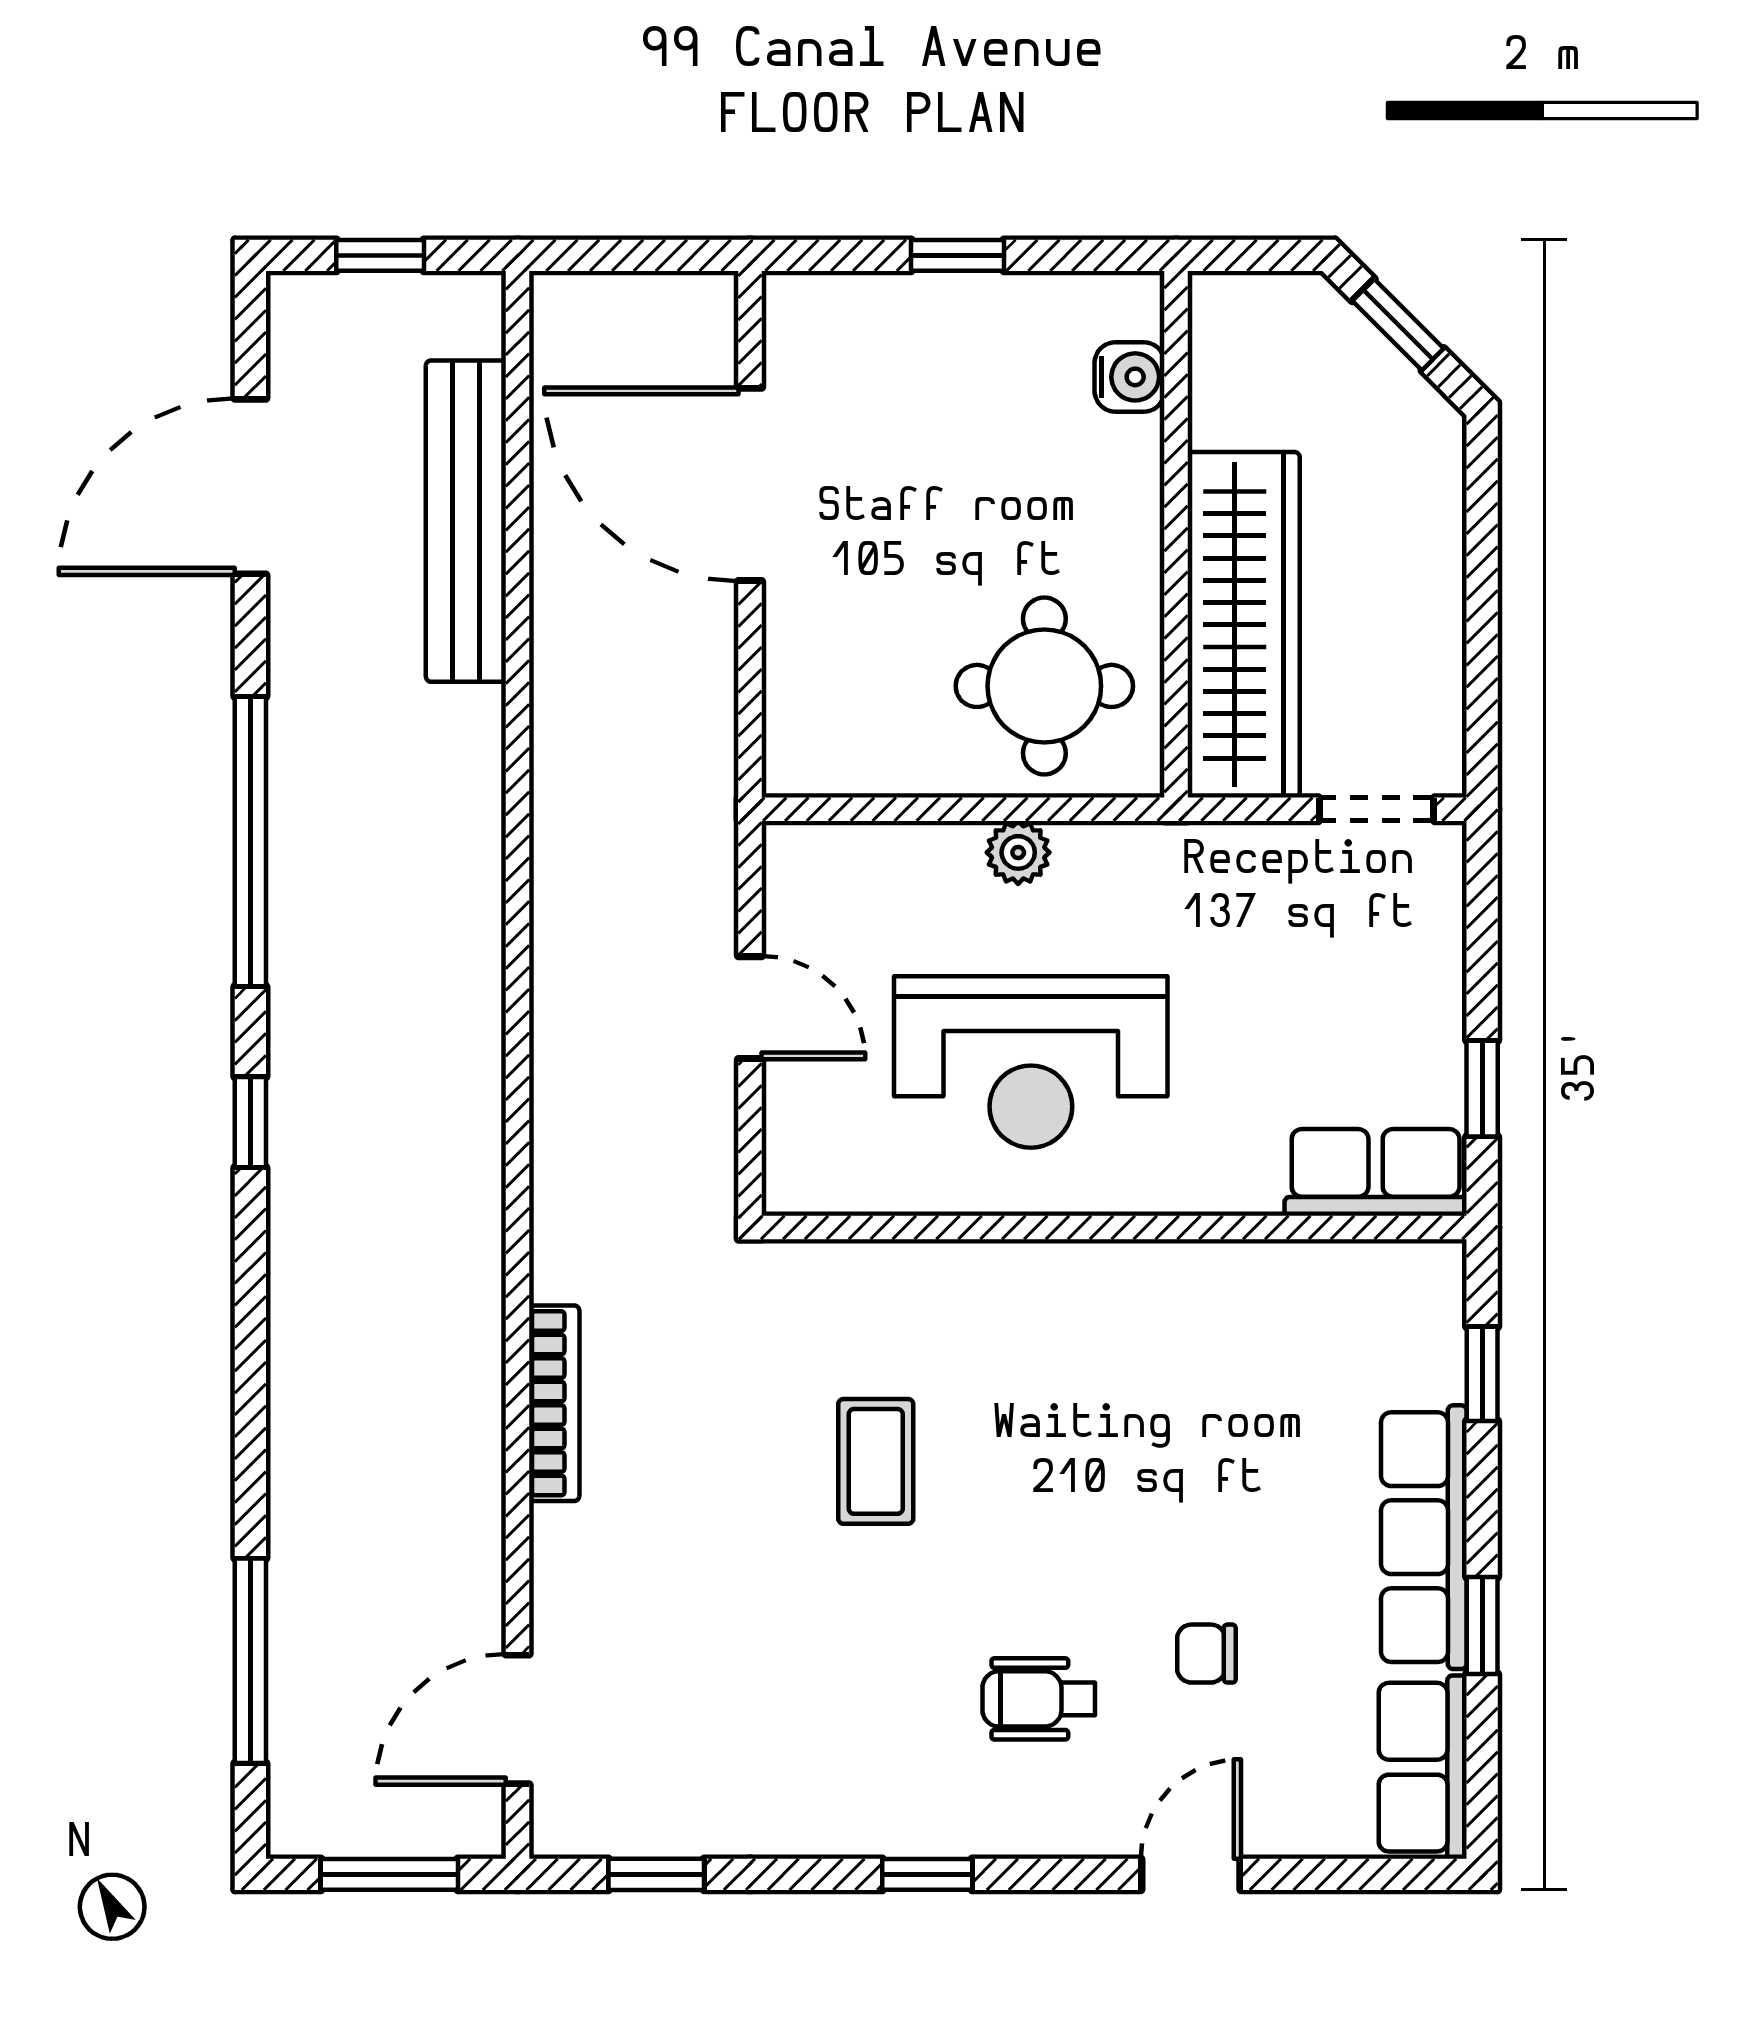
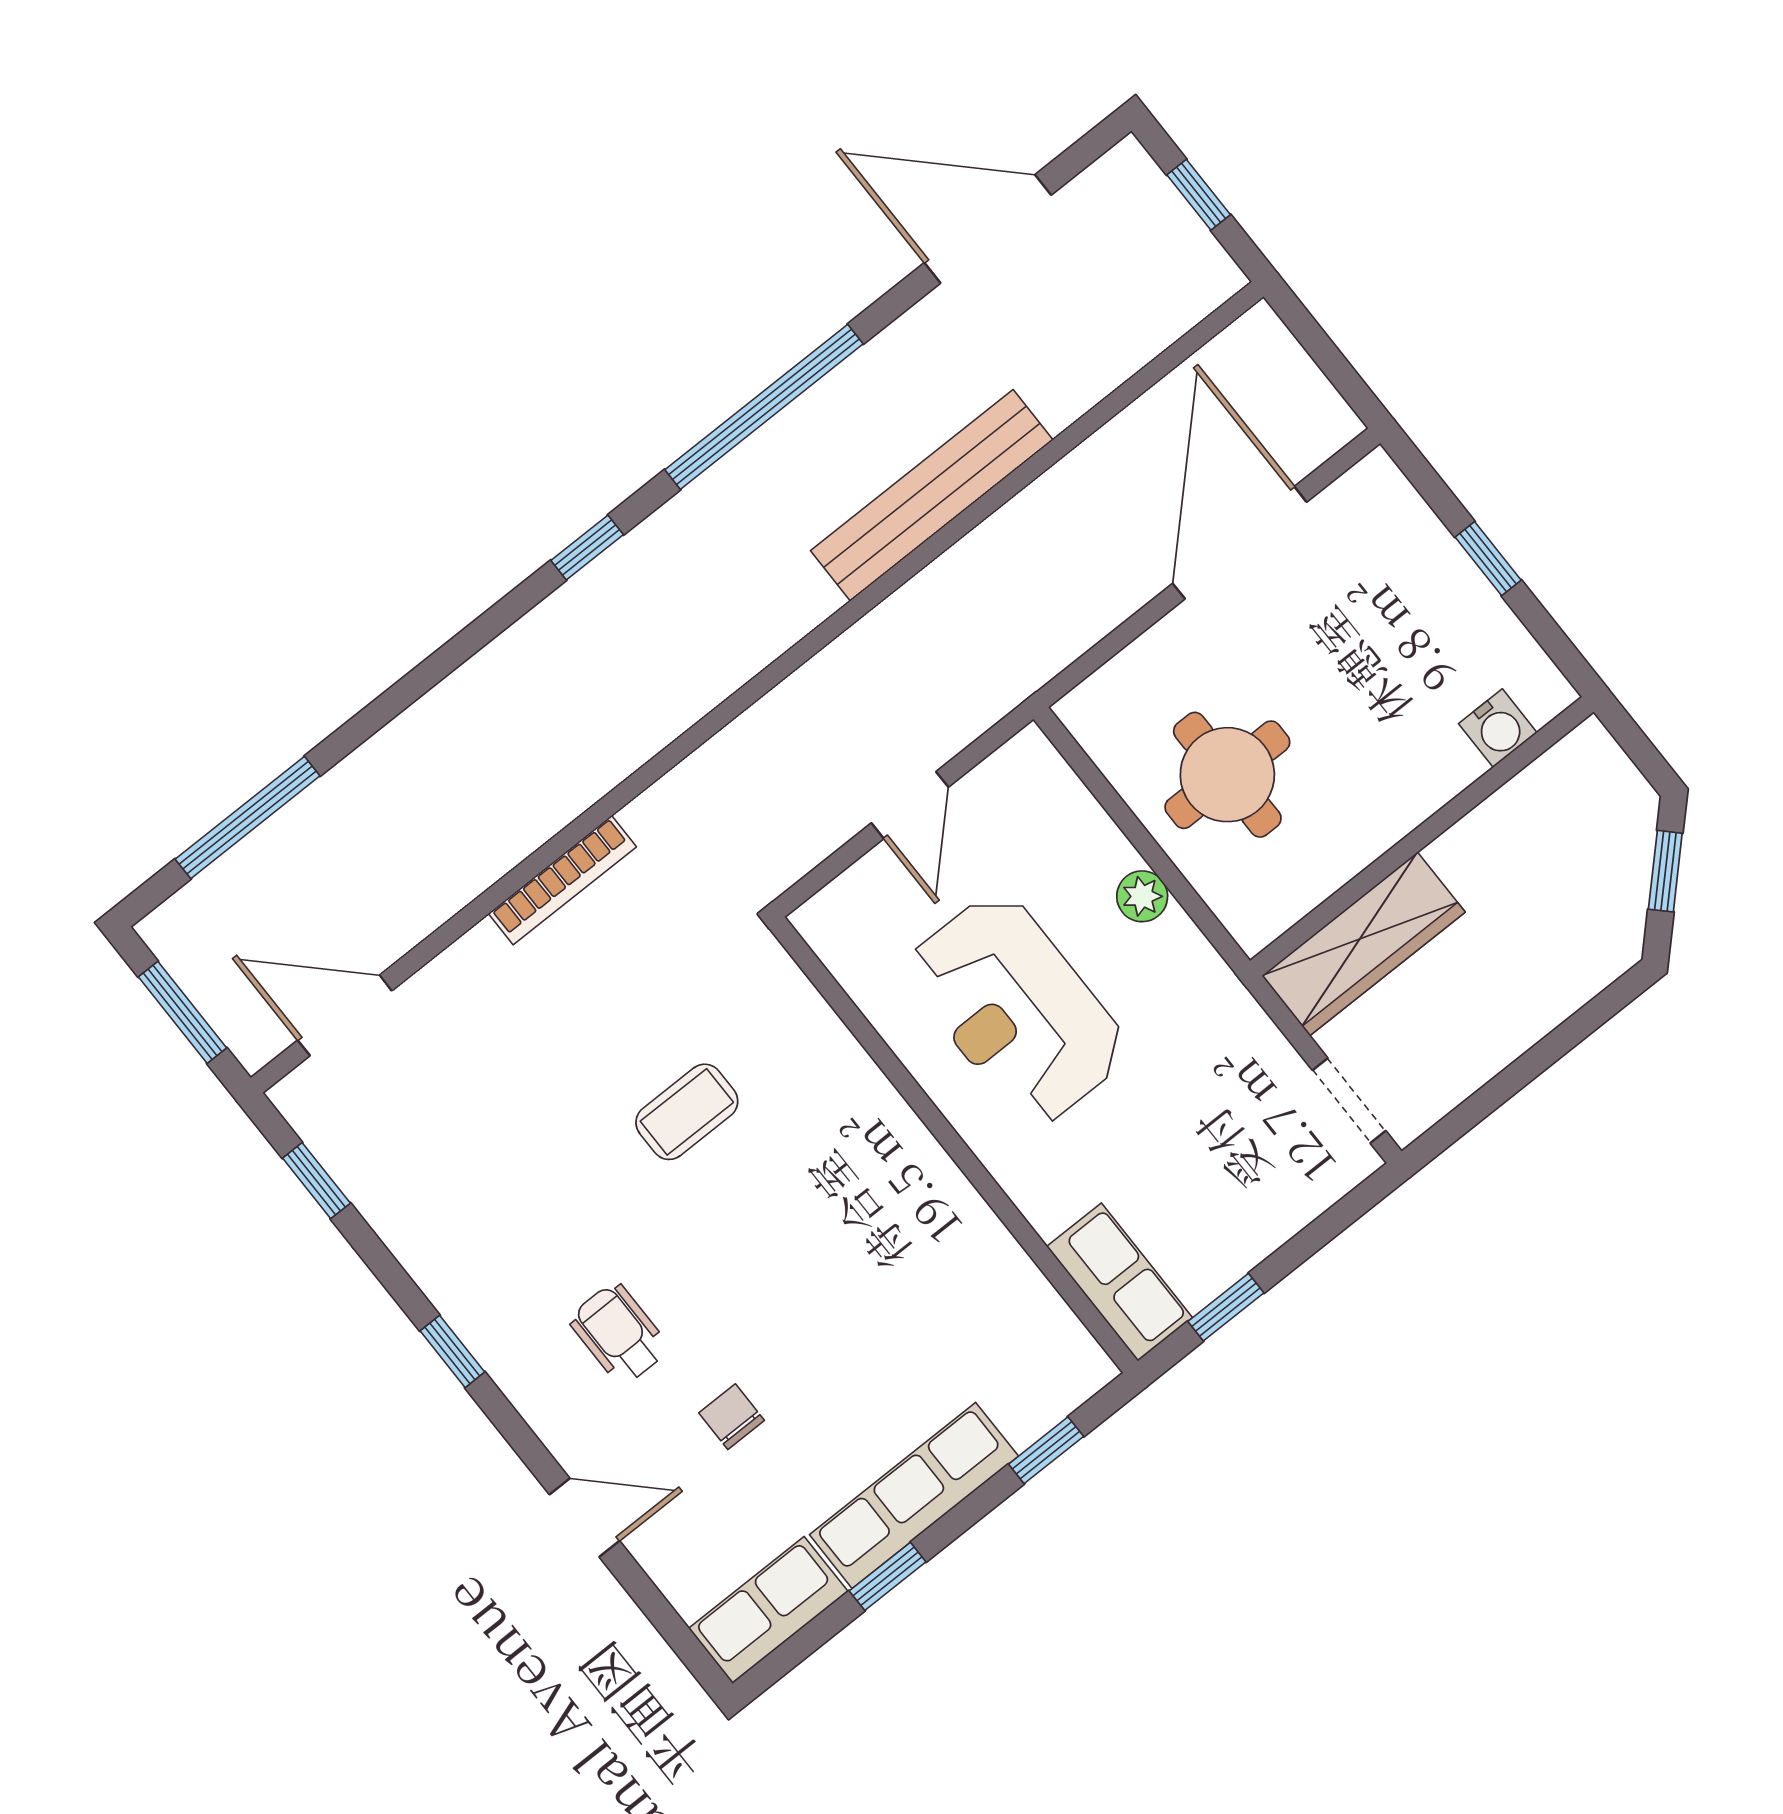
bench: (466, 521) -> (932, 495), moved
wardrobe: (1244, 625) -> (1363, 944), width x0.71, depth x0.85
round table: (1044, 686) -> (1227, 775), moved

